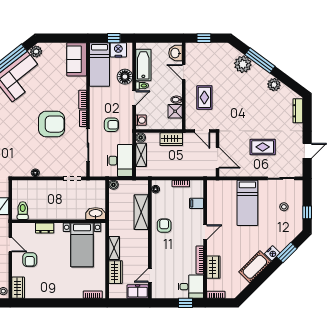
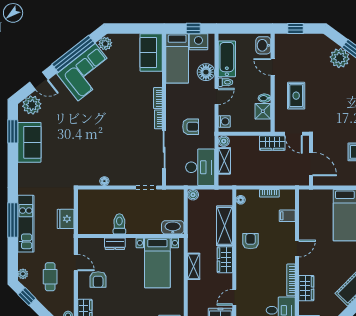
armchair: (52, 124) -> (123, 126), removed
wardrobe: (171, 139) -> (272, 143), moved
toilet: (23, 211) -> (119, 224), moved
wardrobe: (115, 272) -> (225, 260), moved, turned 180

